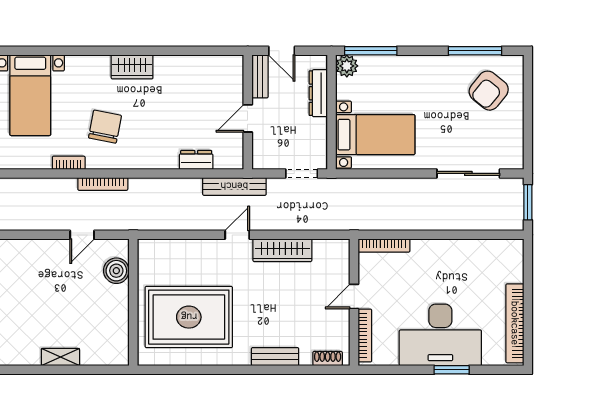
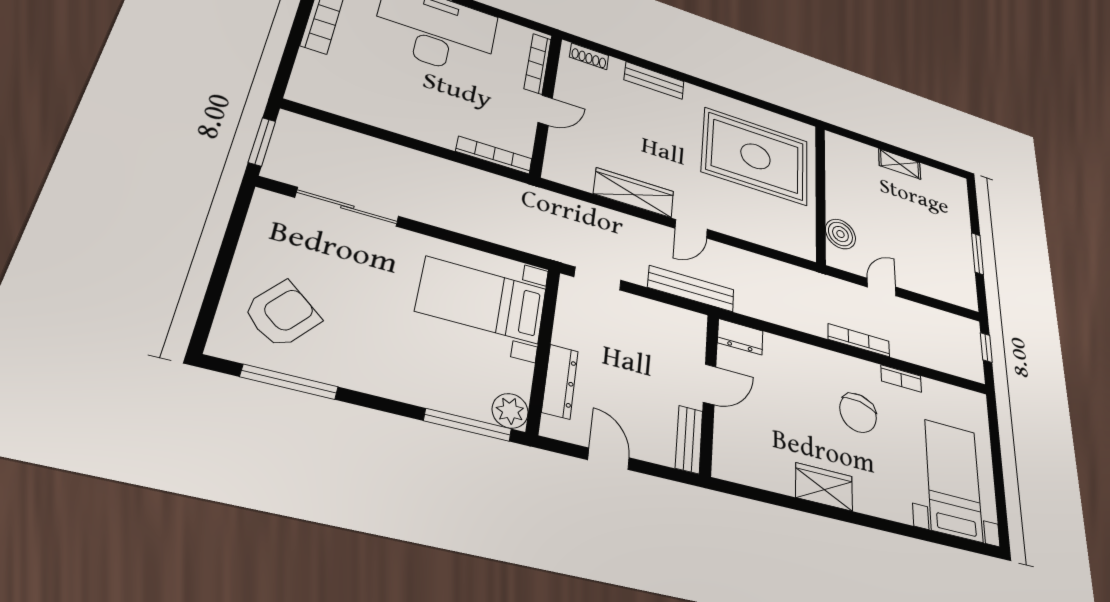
bench: (260, 76) -> (689, 439), moved
wall: (248, 112) -> (709, 393), moved
door: (248, 118) -> (710, 384), moved

